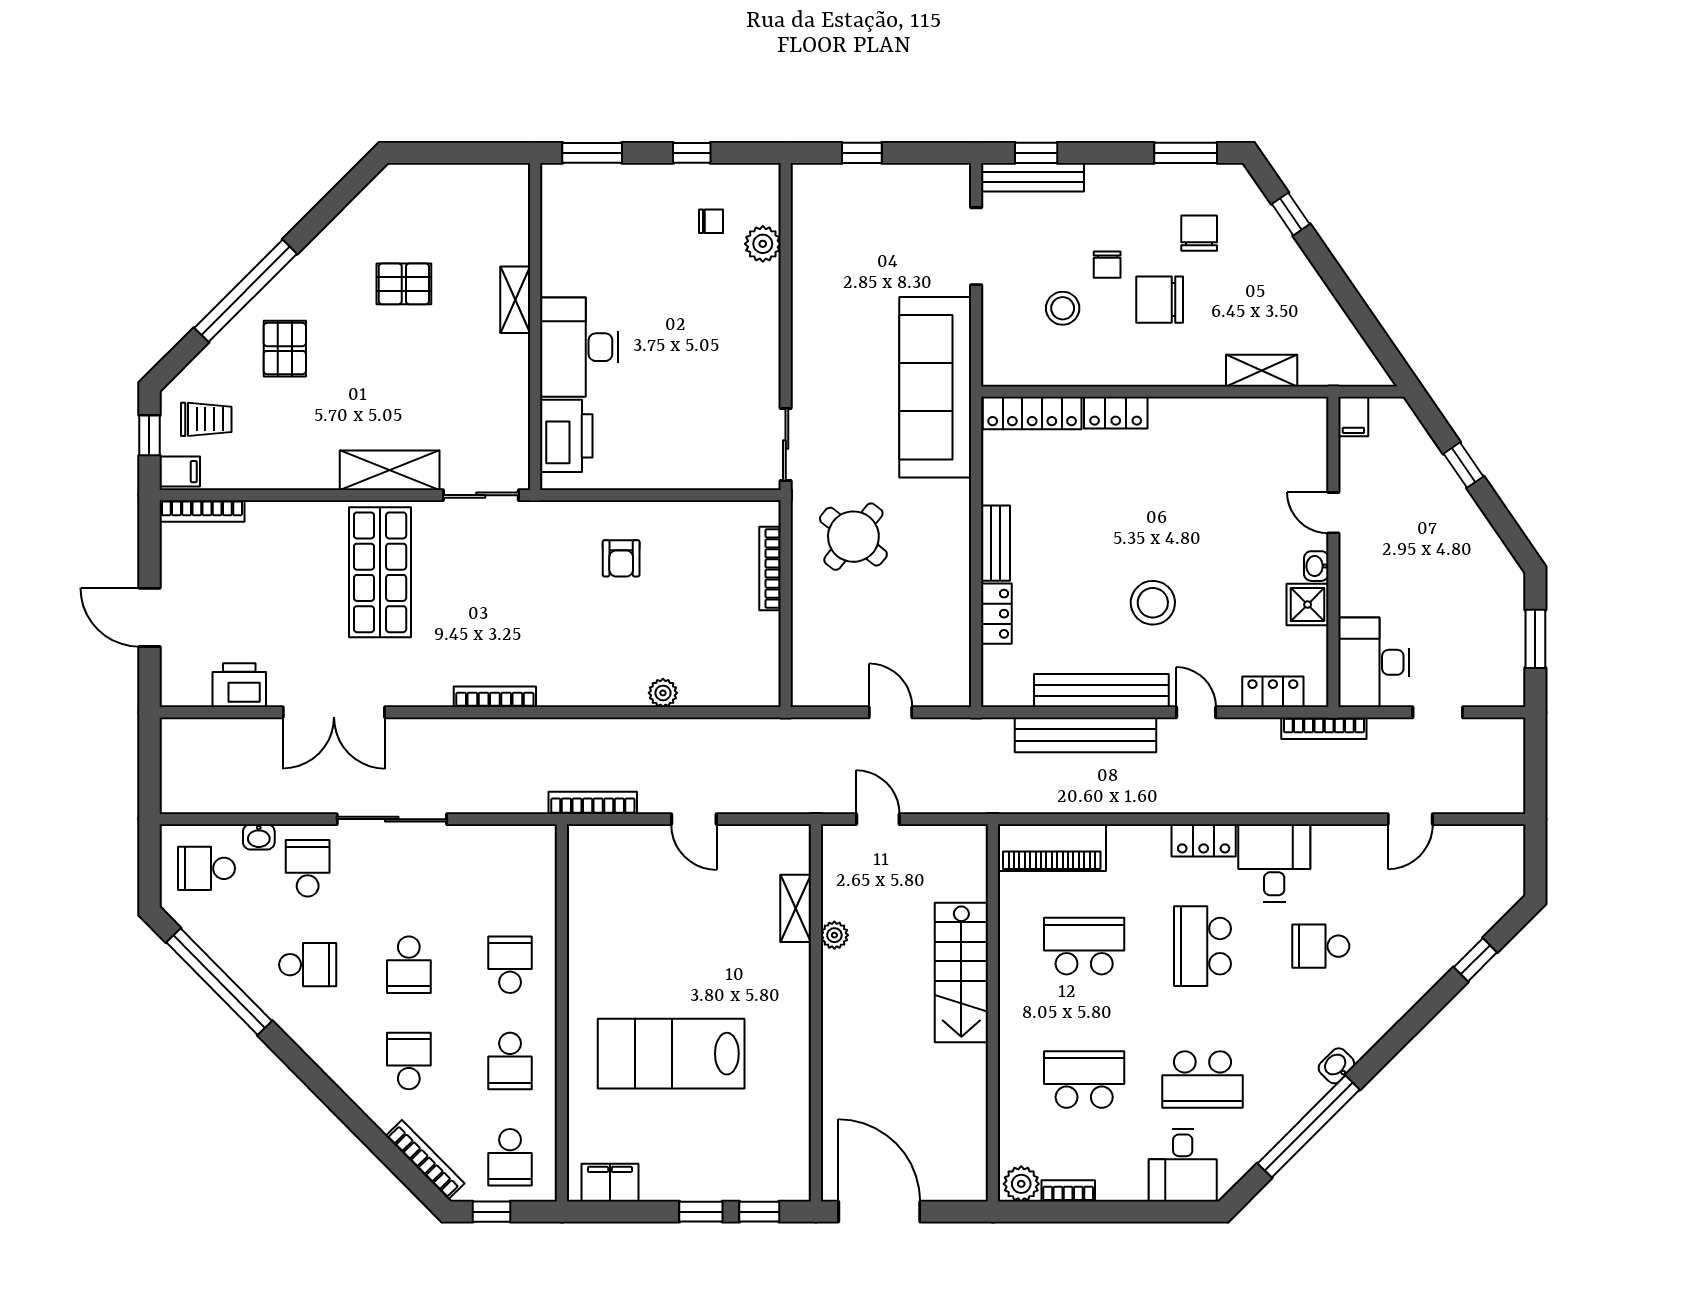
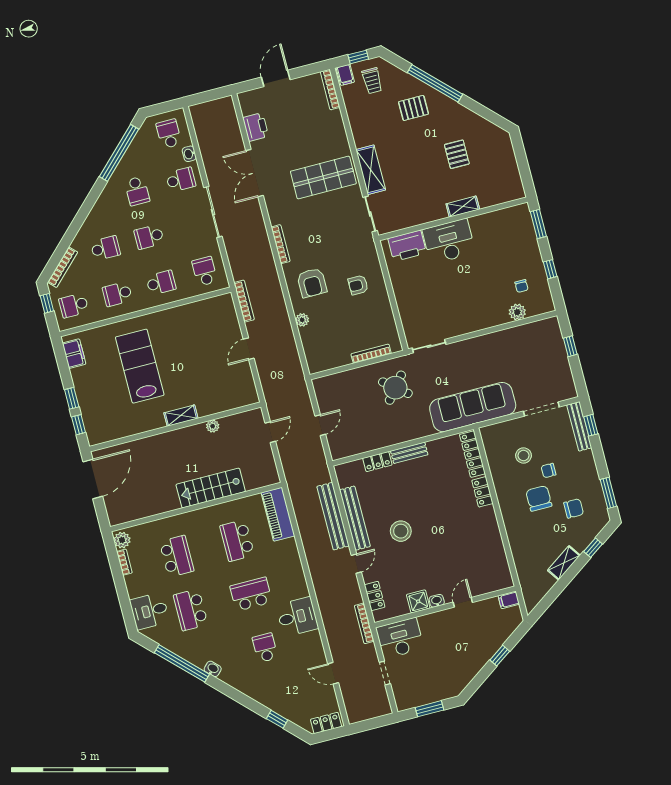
shelving: (1262, 371) -> (564, 563), moved, turned 55
armchair: (592, 653) -> (312, 283), added
locker: (1204, 840) -> (326, 723), moved, turned 90
school desk: (510, 868) -> (205, 271), added
shelving: (796, 908) -> (181, 416), moved
school desk: (1084, 946) -> (237, 541), turned 180

